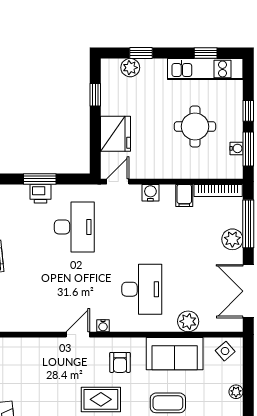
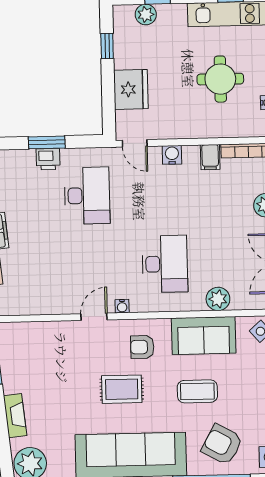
door: (118, 182) -> (135, 143), swing flipped
armchair: (120, 362) -> (142, 347), turned 90

